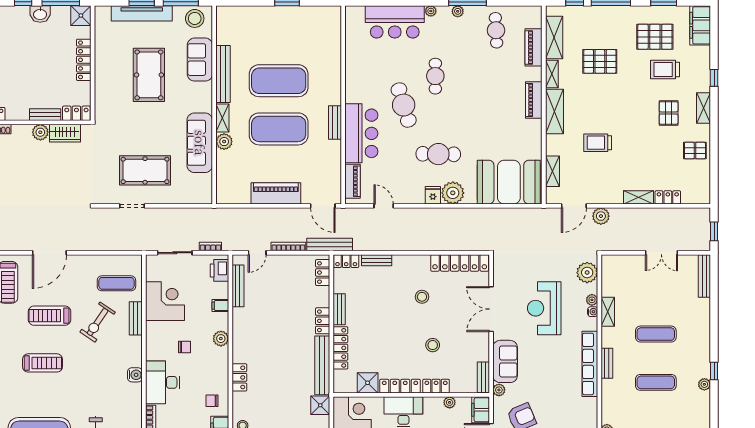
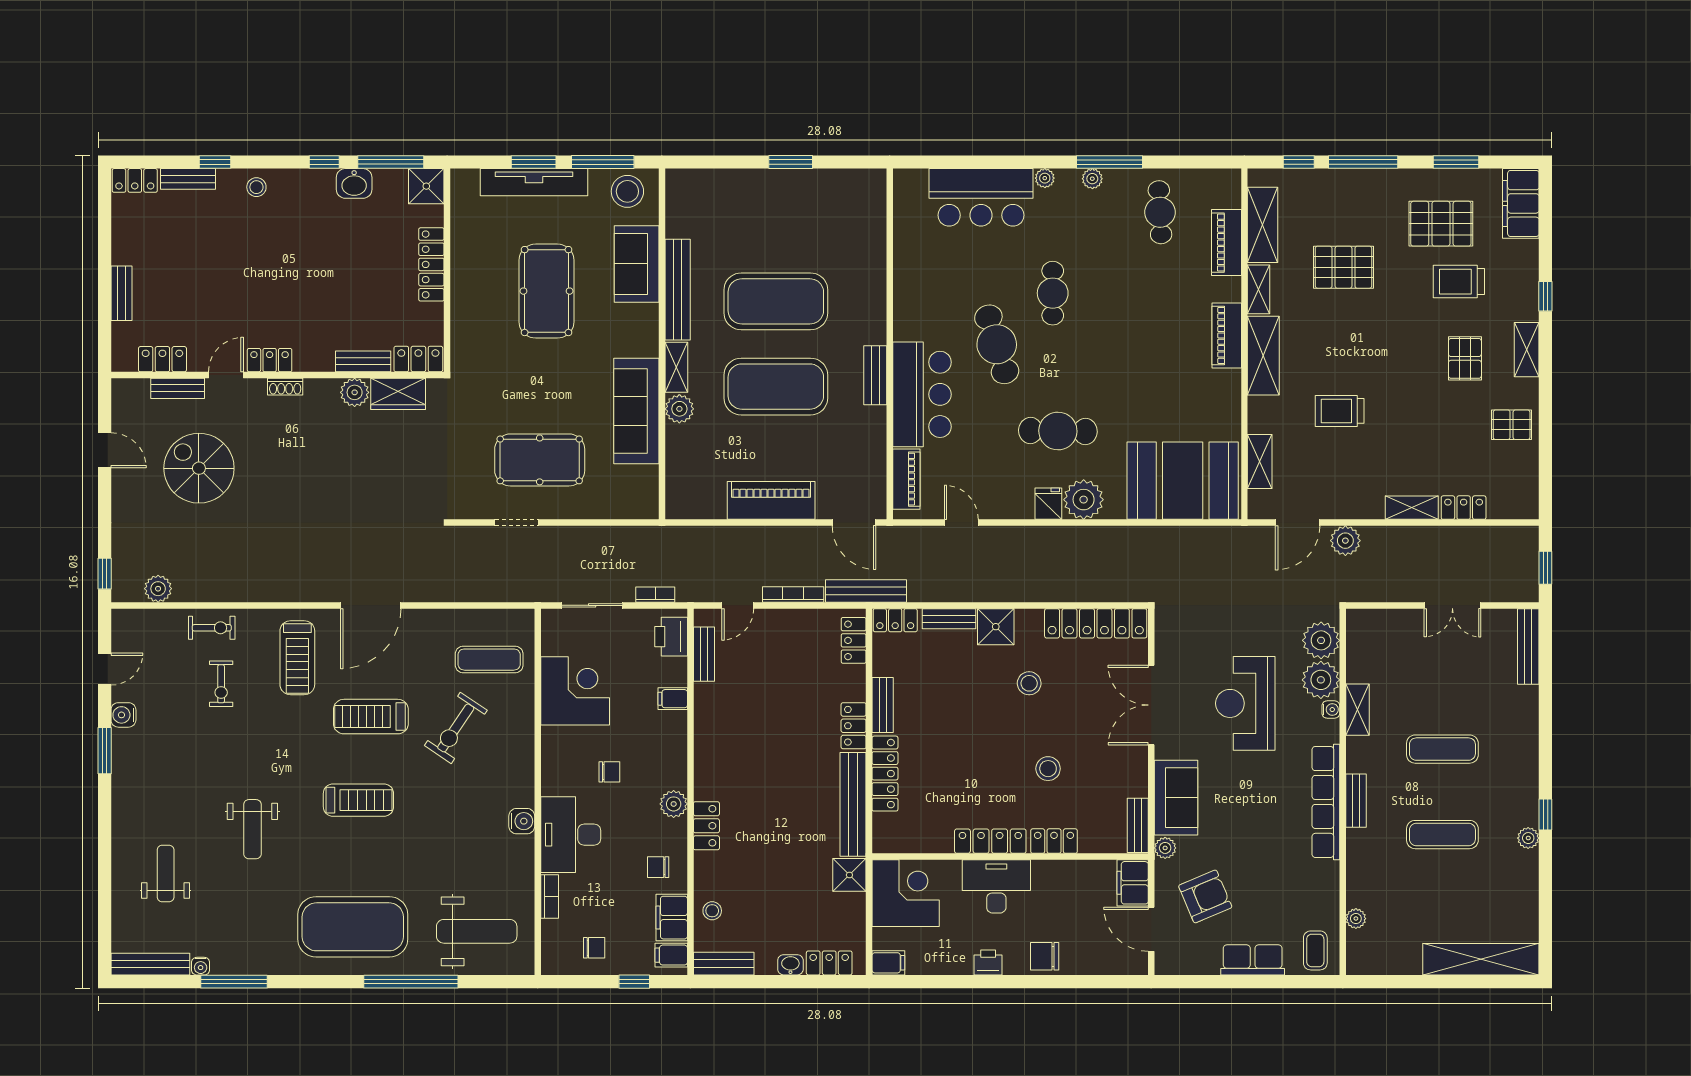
bench: (238, 286) -> (704, 654), width x0.73
plant: (592, 300) -> (1321, 680), width x1.87, depth x1.87
bench: (136, 318) -> (523, 722), removed
plant: (221, 339) -> (674, 804), moved
shower: (368, 383) -> (996, 627), moved
plant: (450, 402) -> (1078, 870), removed

